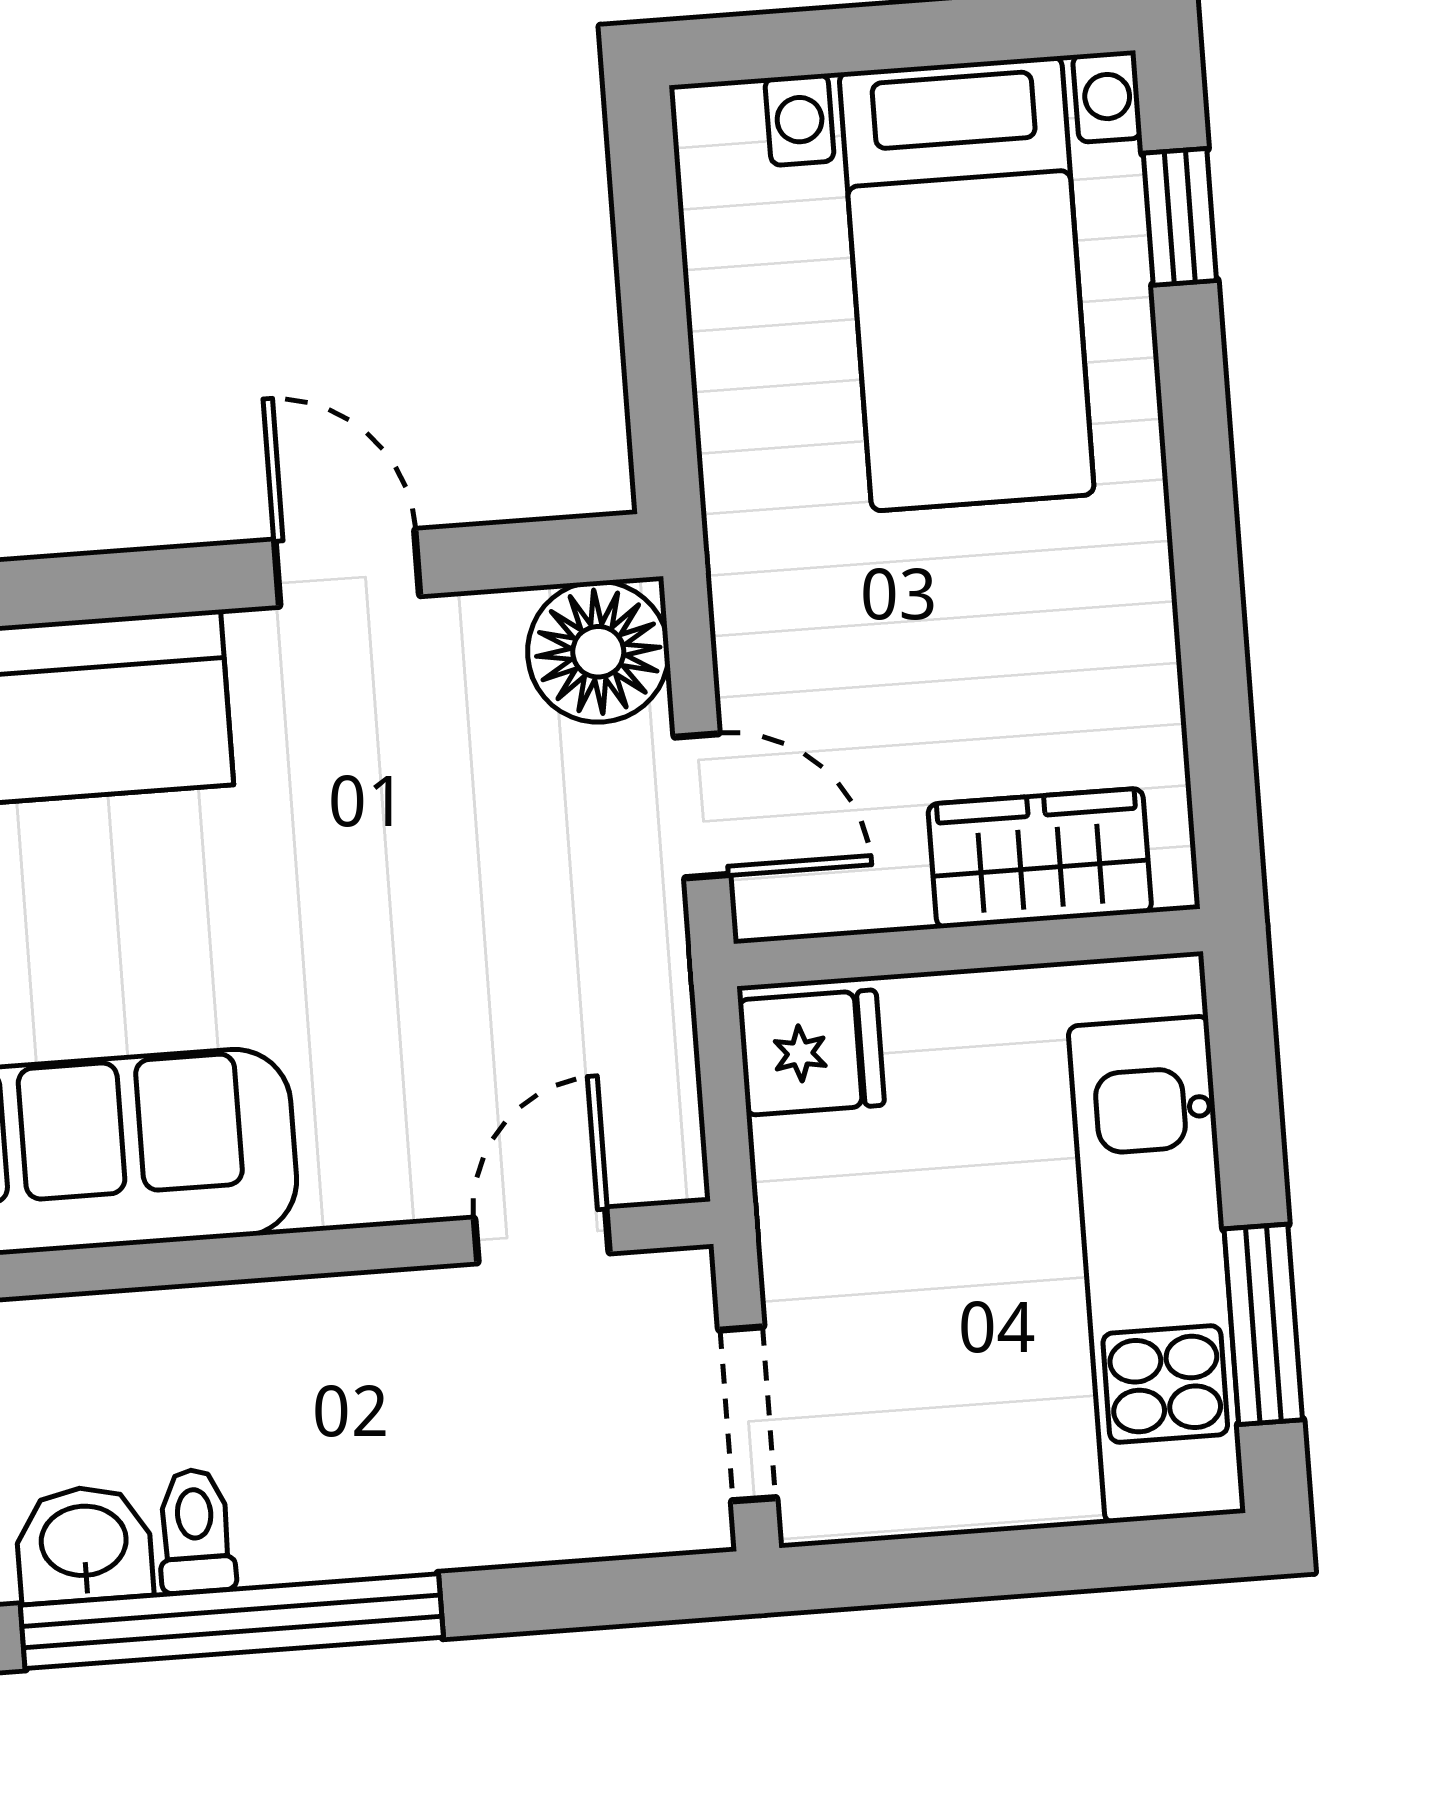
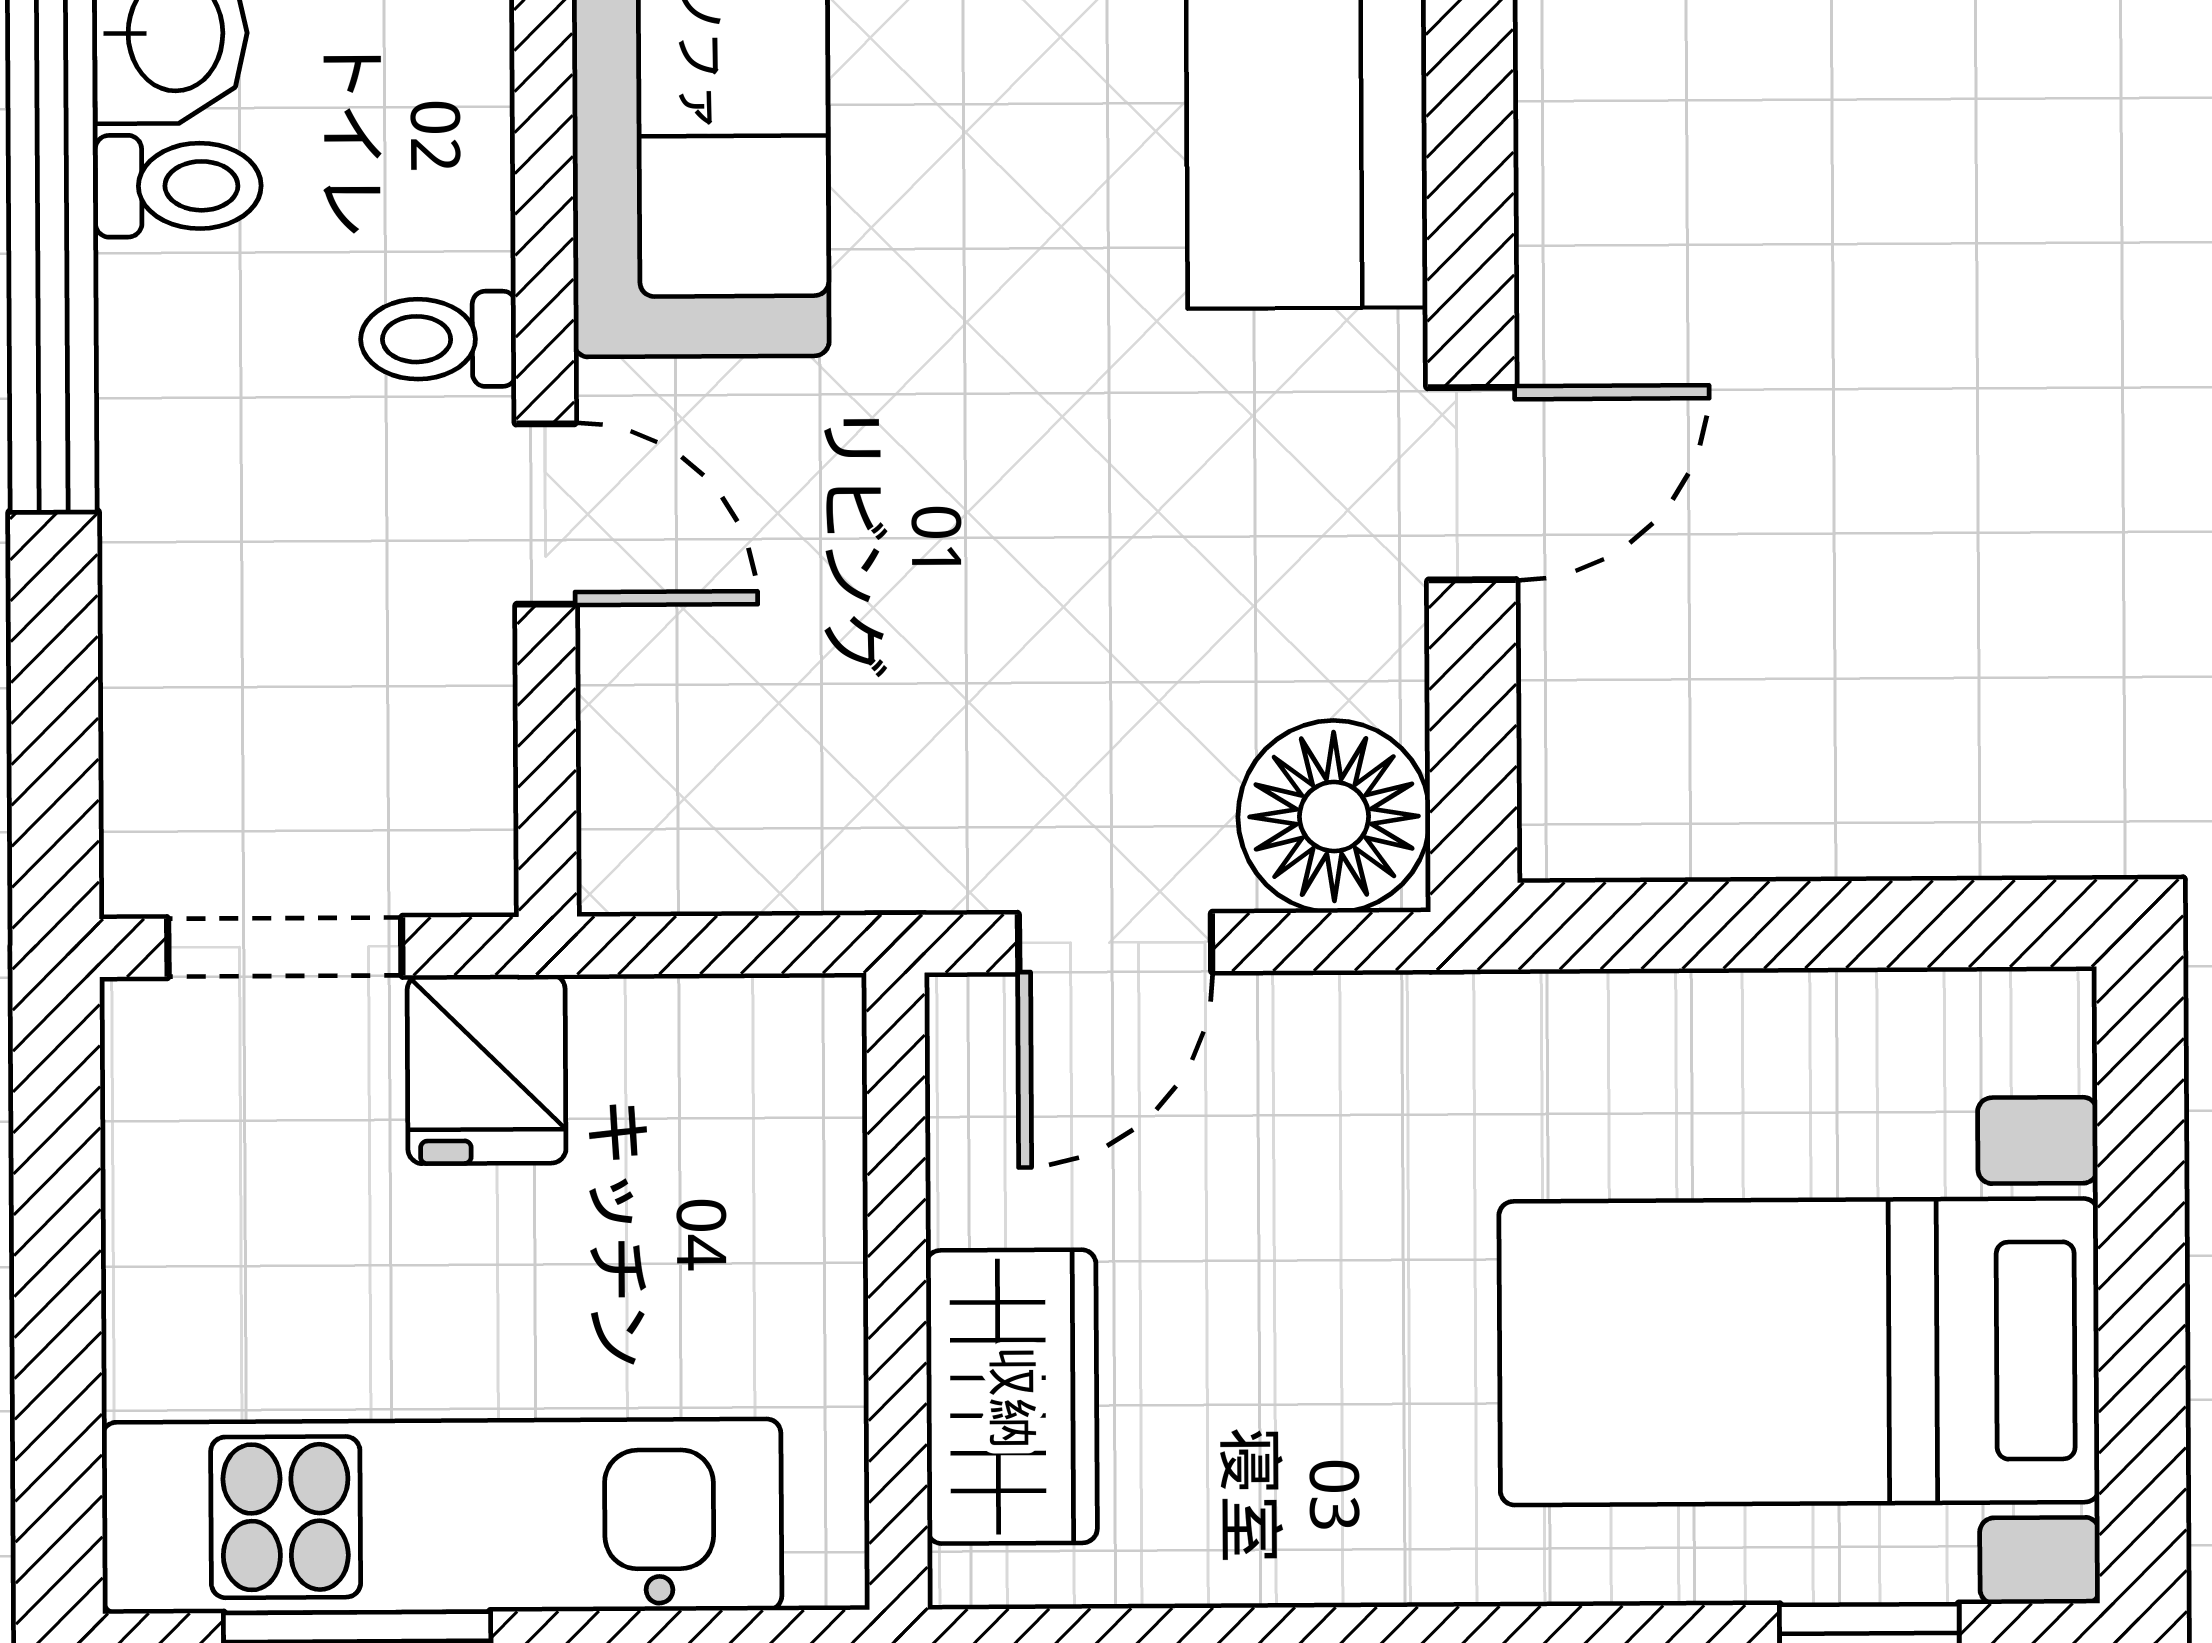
fridge: (811, 1053) -> (487, 1069), moved
door: (542, 1235) -> (546, 514), moved
toilet: (294, 1333) -> (438, 339), added

